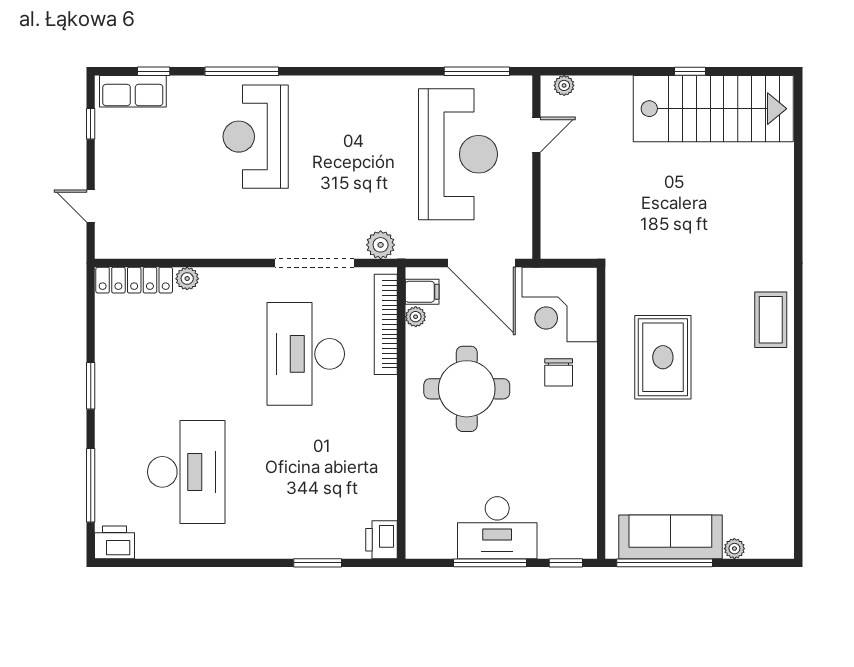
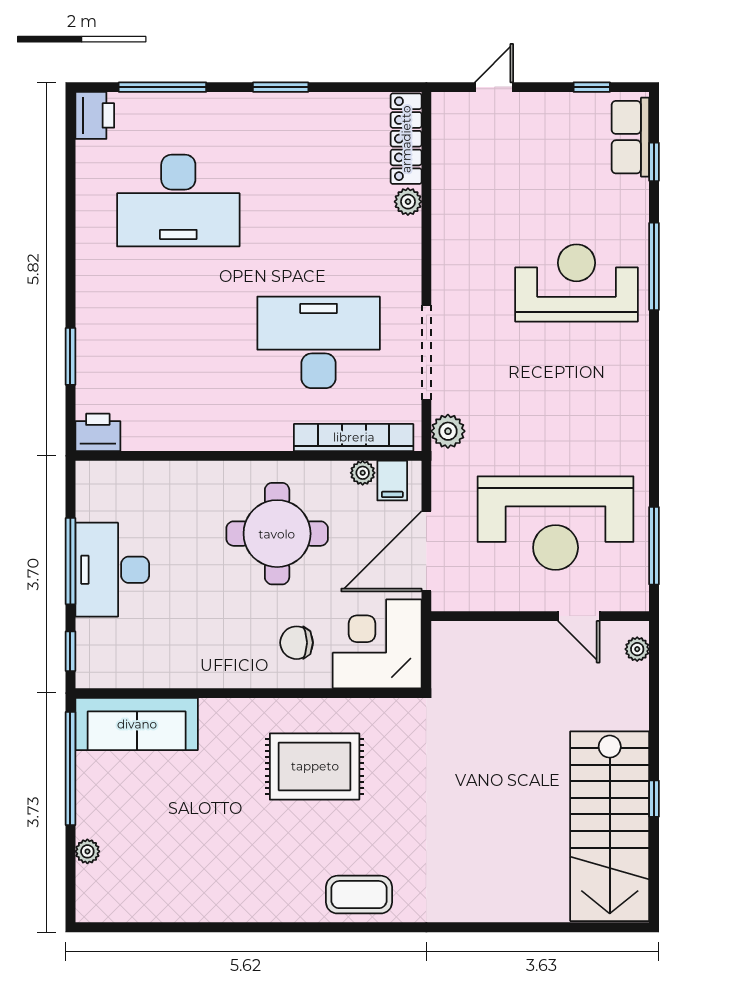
sofa: (670, 537) -> (137, 724), moved, turned 90

